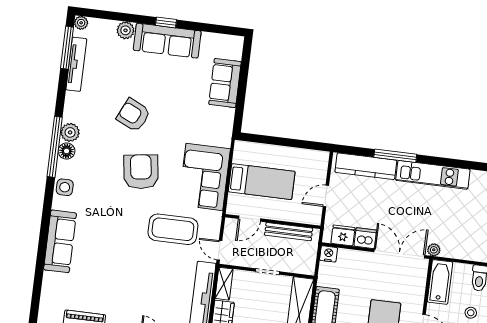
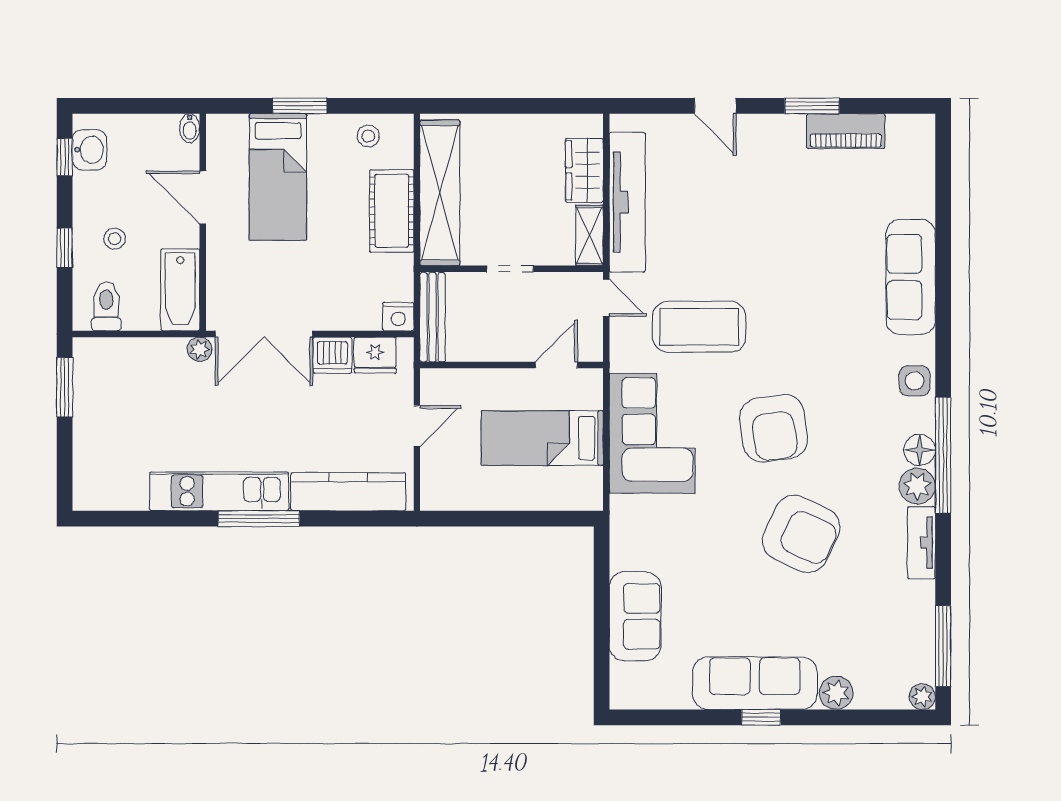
tv unit: (76, 64) -> (921, 543), moved, width x0.71
armchair: (133, 115) -> (801, 534), width x1.36, depth x1.36
window: (395, 156) -> (259, 519), moved
bench: (289, 232) -> (433, 317), moved, turned 90

